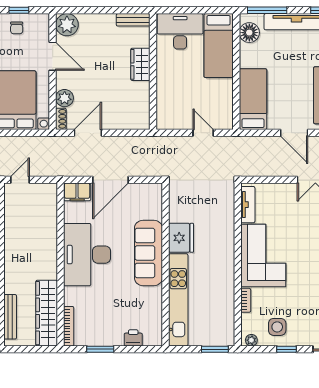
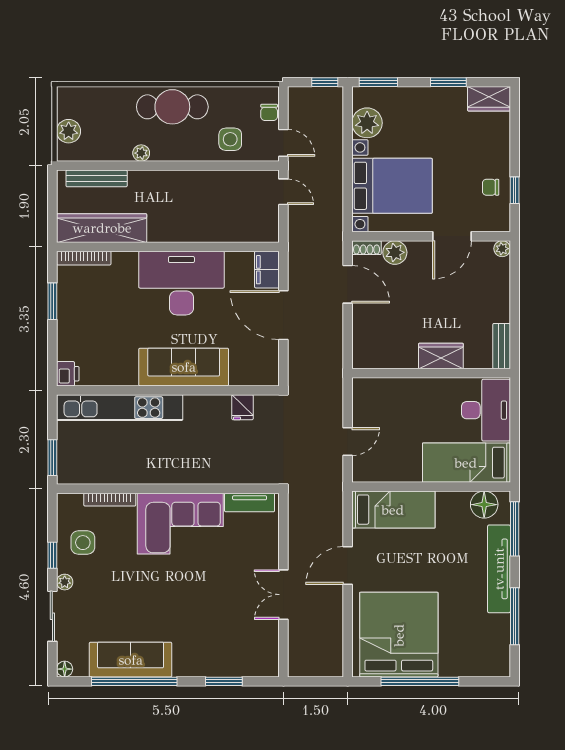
plant: (67, 25) -> (502, 249), width x0.53, depth x0.53
fridge: (181, 238) -> (243, 407), moved, width x0.53, depth x0.75
bookcase: (246, 300) -> (110, 500), width x1.56
printer: (133, 338) -> (68, 374), moved
plant: (251, 340) -> (65, 582), moved

